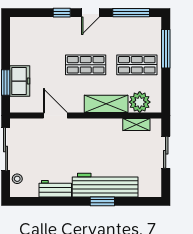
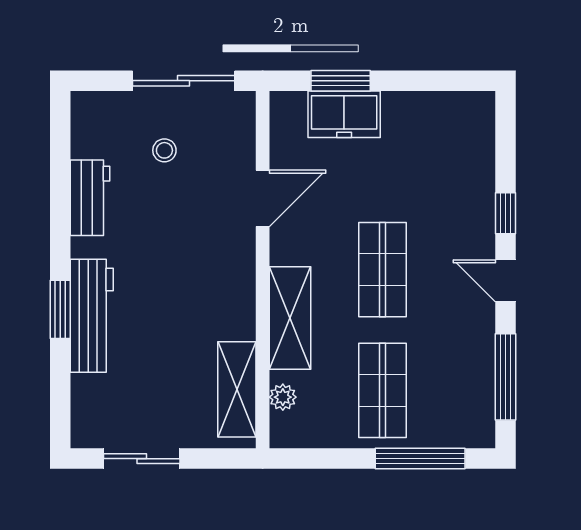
plant: (140, 102) -> (283, 397), width x0.53, depth x0.53
shelving: (136, 124) -> (237, 389), width x1.50, depth x1.33
sliding door: (166, 152) -> (142, 459), moved
stool: (17, 179) -> (164, 150), moved
workbench: (105, 185) -> (92, 316), width x0.73, depth x0.76

